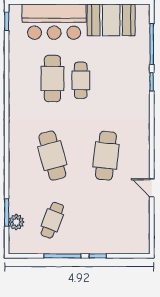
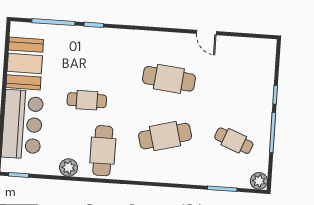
plant: (17, 67) -> (69, 168), added
cafe table: (52, 79) -> (103, 151), moved, turned 90
door: (152, 188) -> (206, 32), hinge flipped
plant: (16, 222) -> (259, 181), moved

